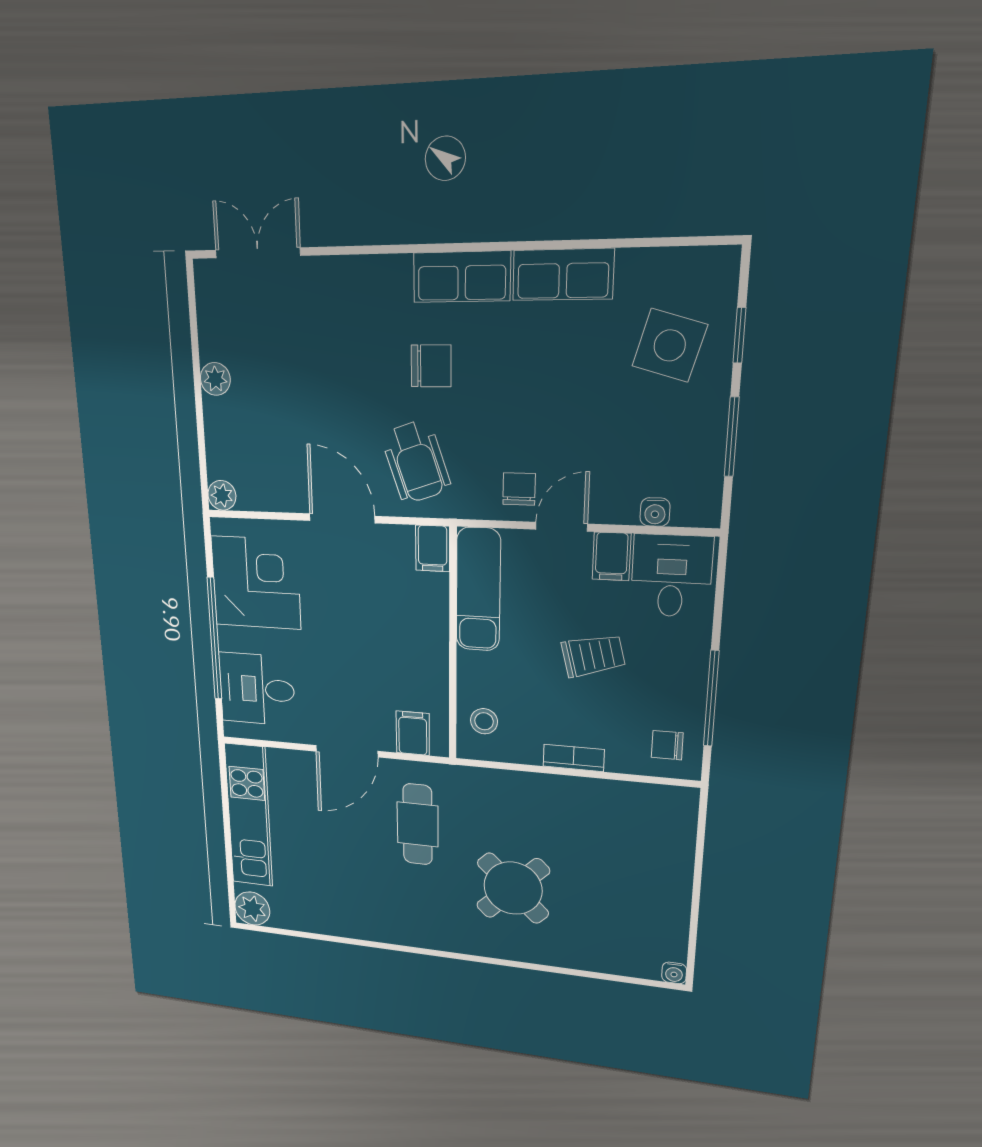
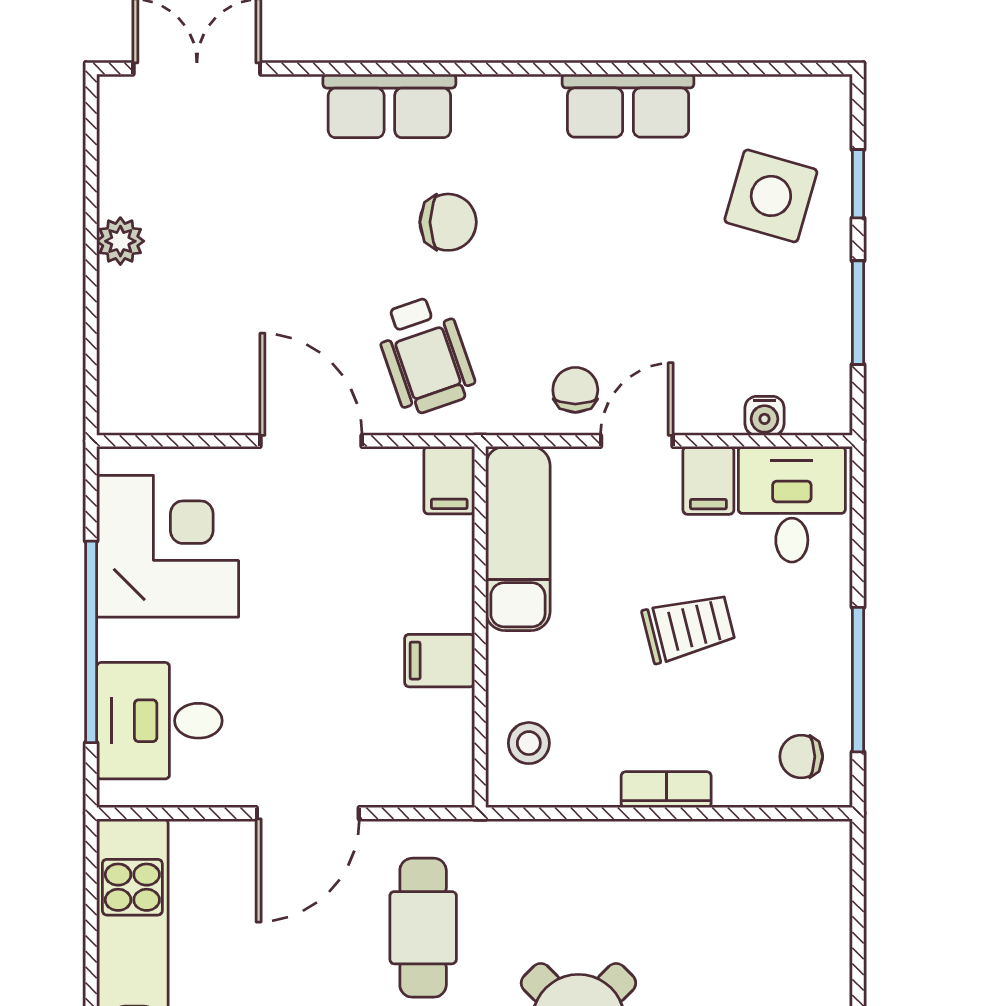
row of seats: (462, 277) -> (389, 106), moved
plant: (222, 495) -> (119, 413), removed
filing cabinet: (413, 733) -> (440, 661), moved, turned -90

